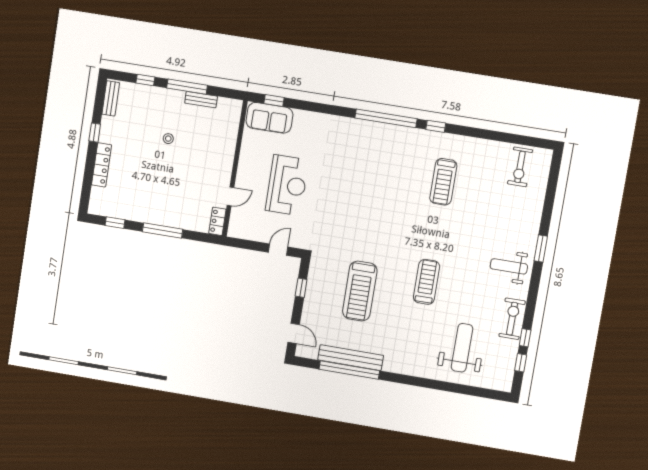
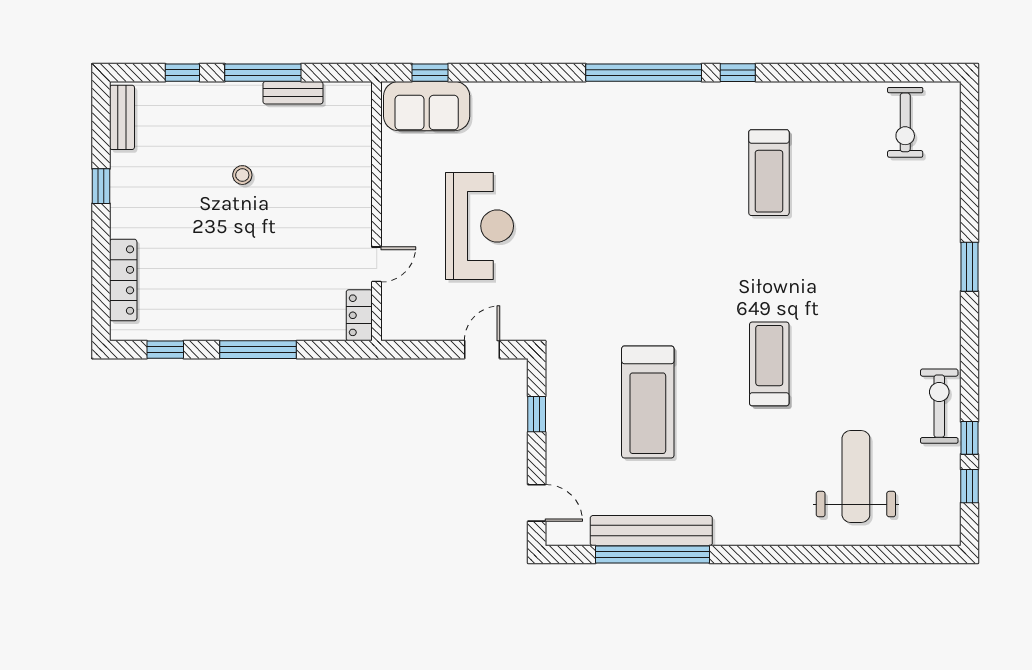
locker: (102, 165) -> (123, 280), moved
weight bench: (509, 266) -> (917, 310), removed

